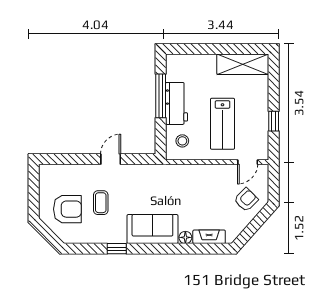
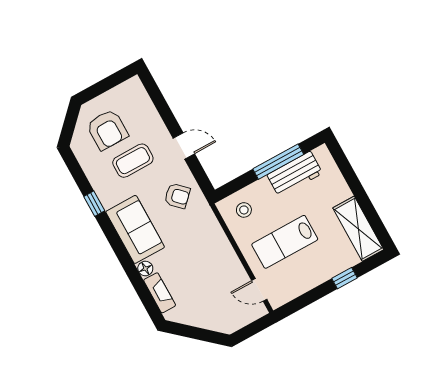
workbench: (177, 103) -> (295, 174), moved
window: (274, 121) -> (345, 278), moved
armchair: (246, 200) -> (177, 196), moved
coffee table: (101, 203) -> (133, 161), width x1.36, depth x1.30

